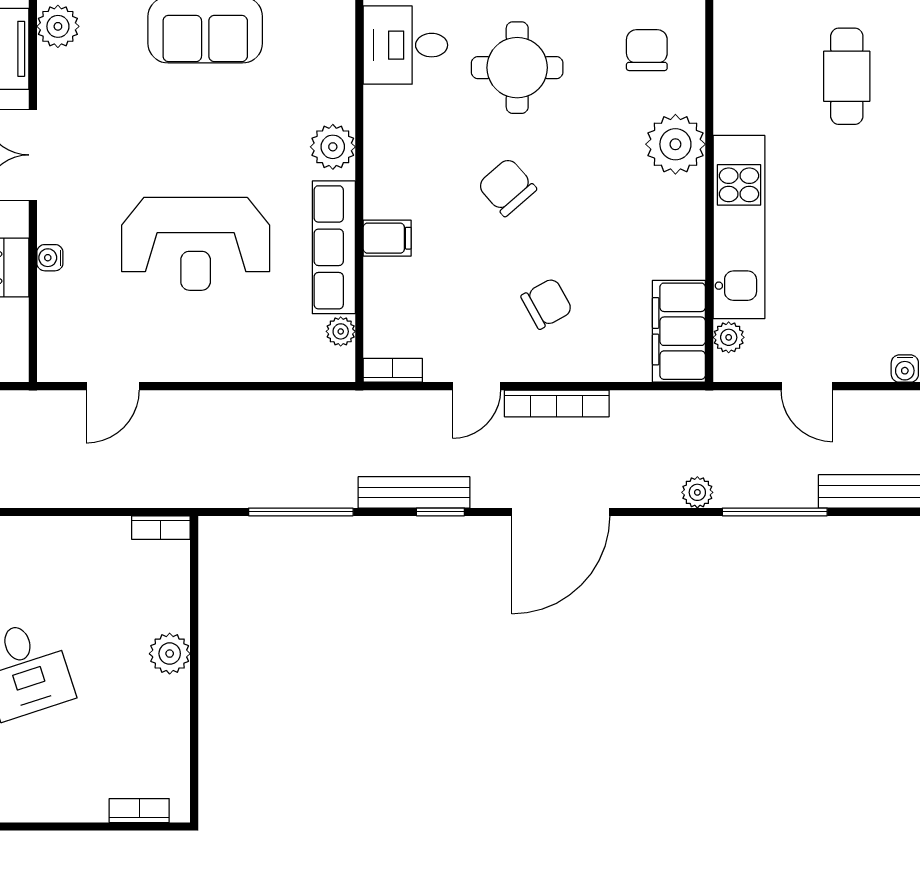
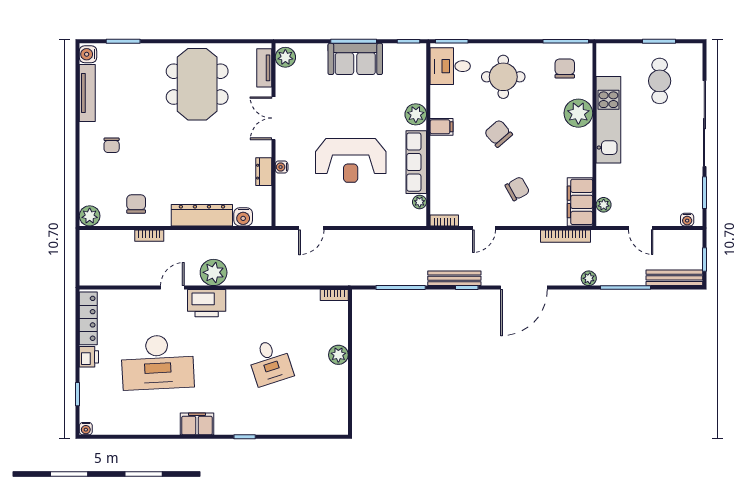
kitchen unit: (739, 227) -> (608, 120), moved
filing cabinet: (387, 238) -> (442, 127), moved
bookcase: (557, 403) -> (565, 236), moved
bookcase: (139, 811) -> (324, 429), removed

